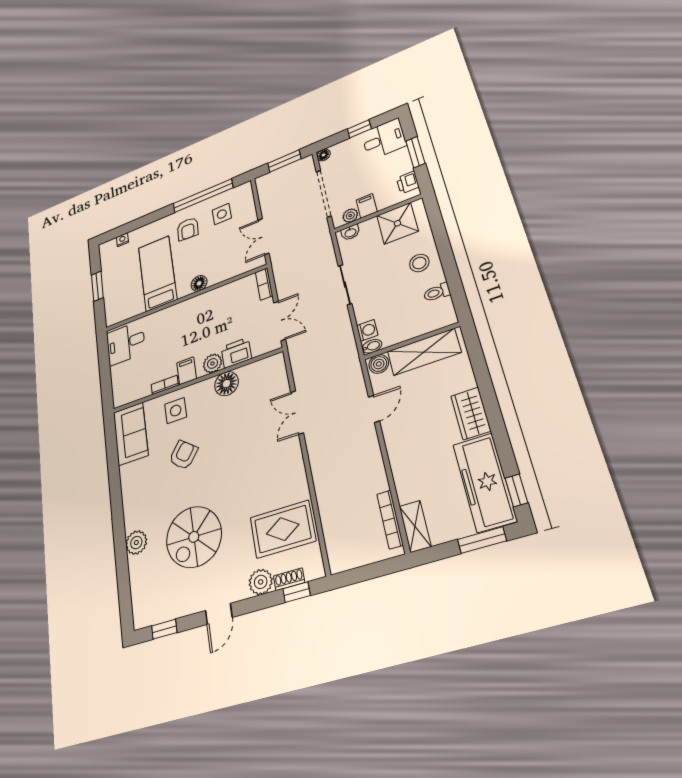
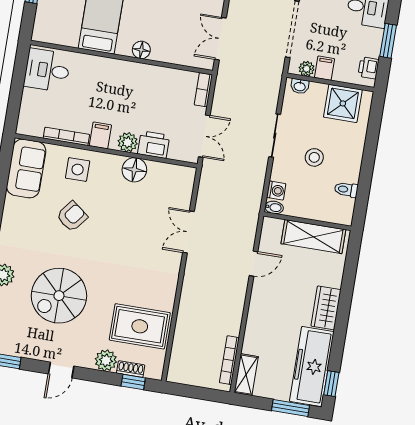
stool: (419, 263) -> (314, 157), moved
boiler: (379, 364) -> (273, 227), removed
bookcase: (165, 385) -> (66, 136), width x1.56

